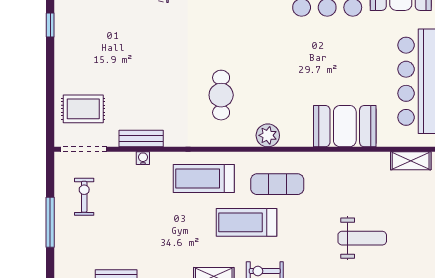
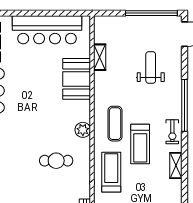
shelving: (411, 161) -> (100, 57), moved
treadmill: (204, 178) -> (111, 172), turned 180

